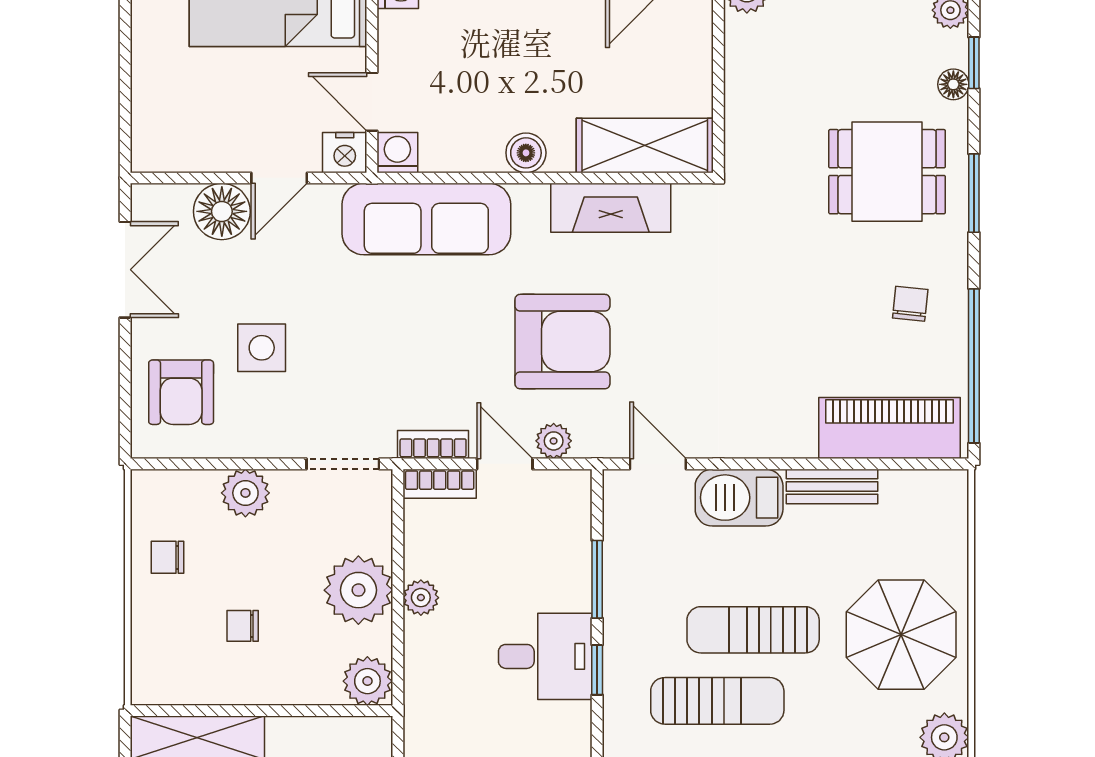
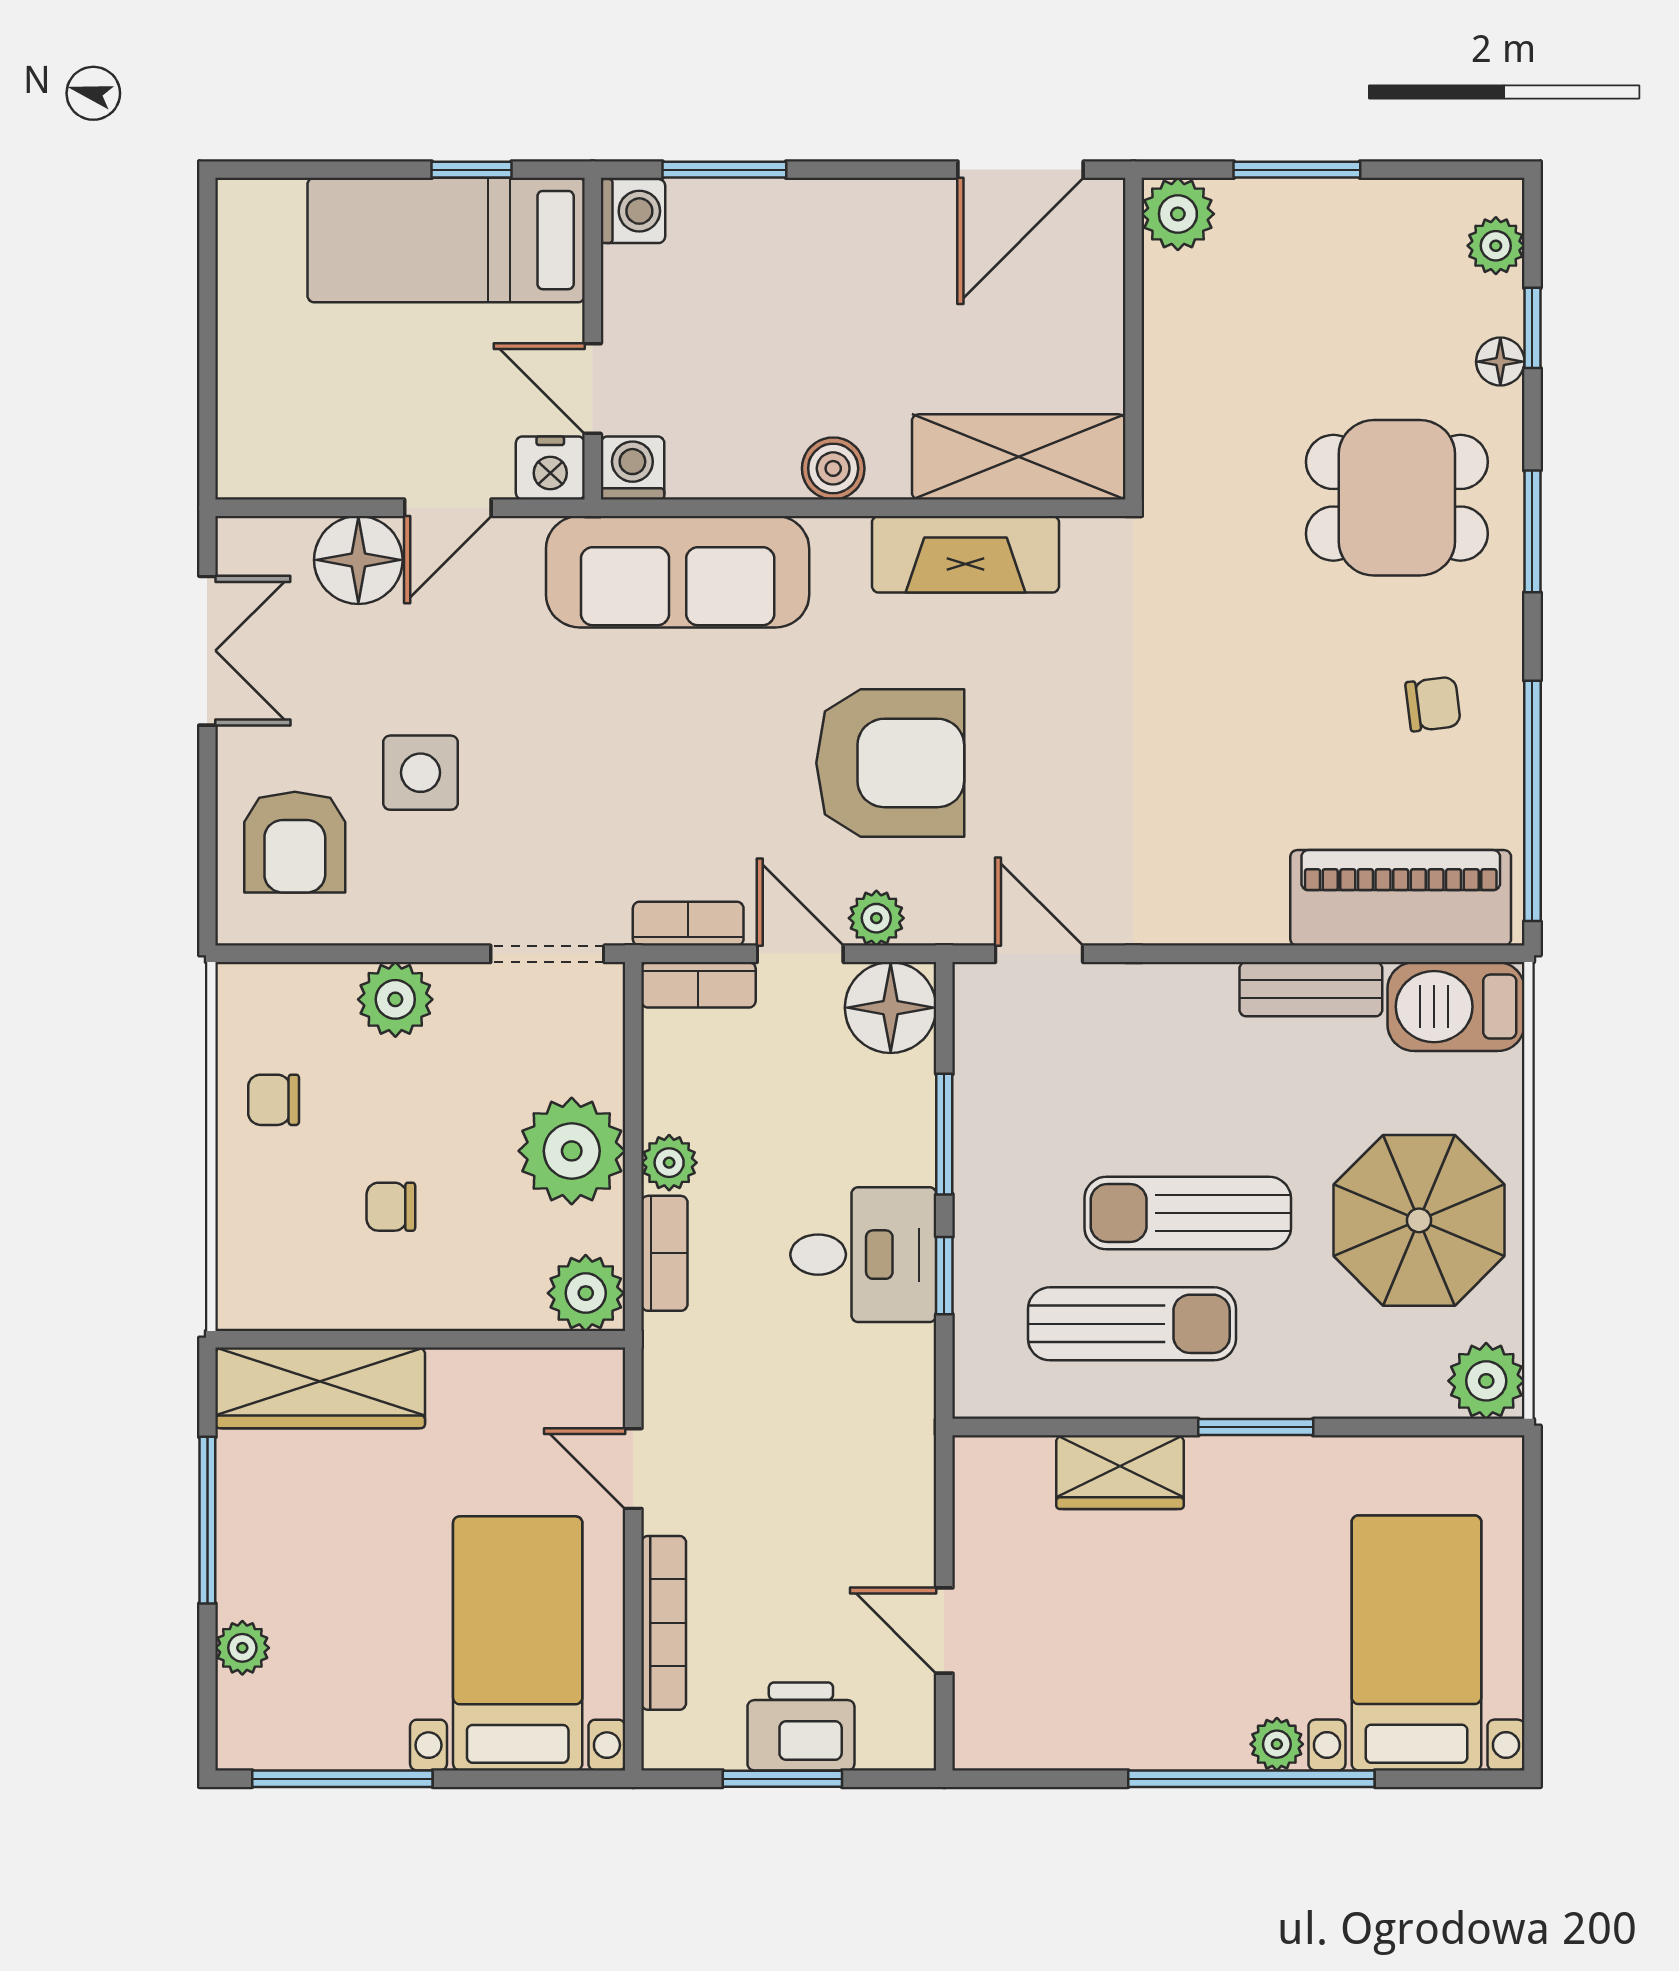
chair: (910, 304) -> (1433, 704), turned 77
floor lamp: (563, 498) -> (891, 1008), added
barbecue: (739, 498) -> (1456, 1007), moved
bookcase: (418, 656) -> (664, 1253), added

